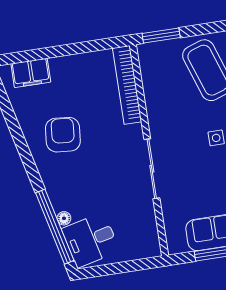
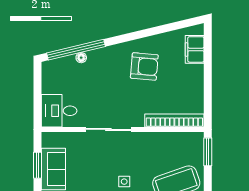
desk: (91, 240) -> (59, 111), moved, turned -77

